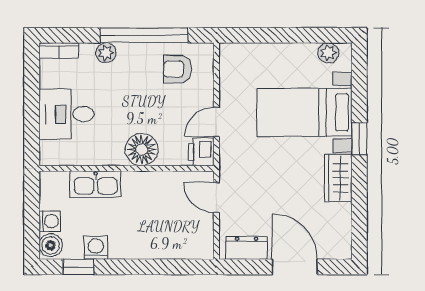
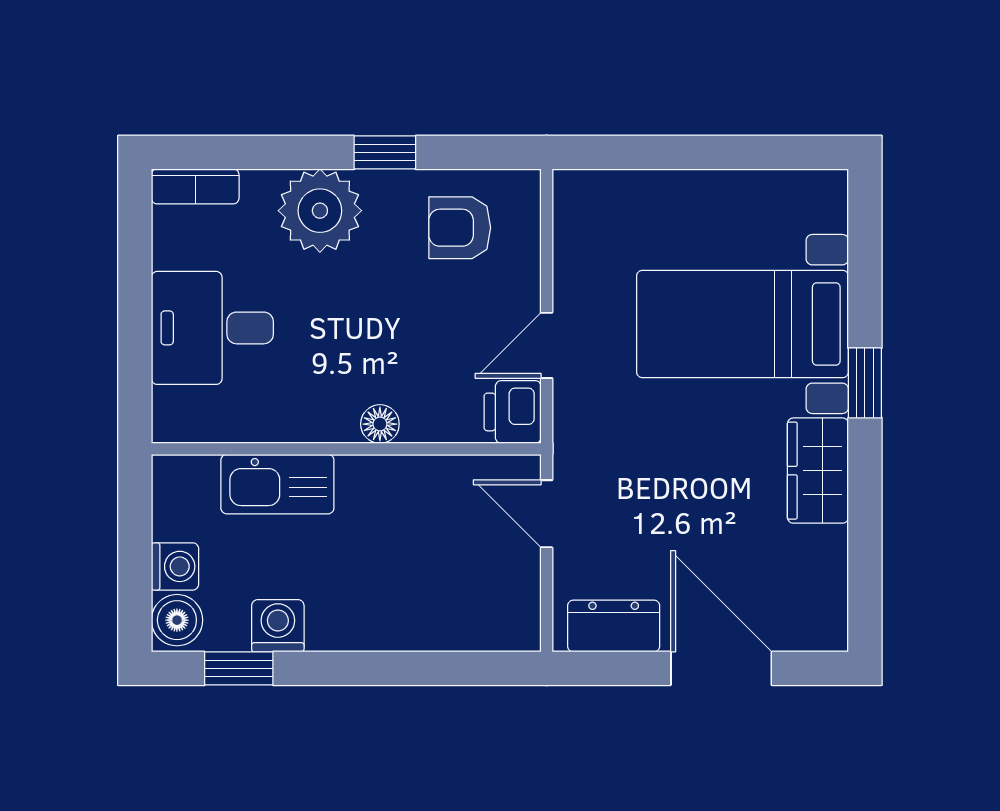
window: (144, 35) -> (385, 152), width x0.32
plant: (106, 53) -> (320, 211), width x1.88, depth x1.88
plant: (328, 53) -> (796, 192), removed
floor lamp: (142, 150) -> (380, 424), width x0.53, depth x0.53

